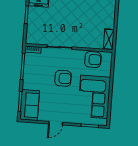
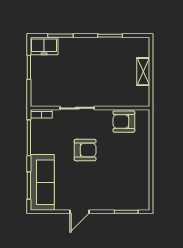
shelving: (109, 39) -> (143, 72), moved
armchair: (93, 60) -> (124, 122), turned 180
corner sofa: (94, 97) -> (129, 172), removed
sofa: (30, 105) -> (42, 182), width x1.36

